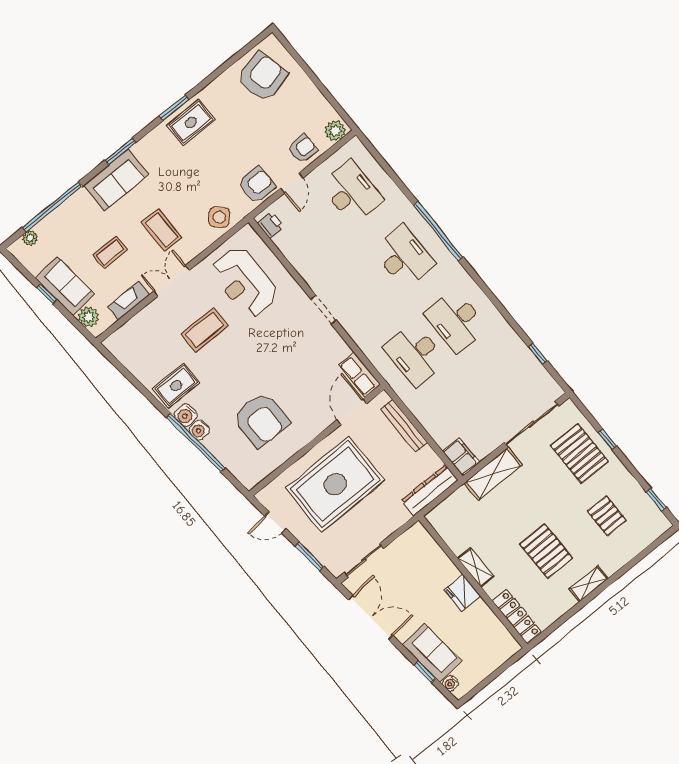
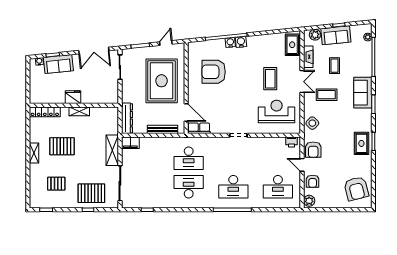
desk: (415, 354) -> (189, 158), turned 180
rug: (176, 386) -> (292, 45), moved

